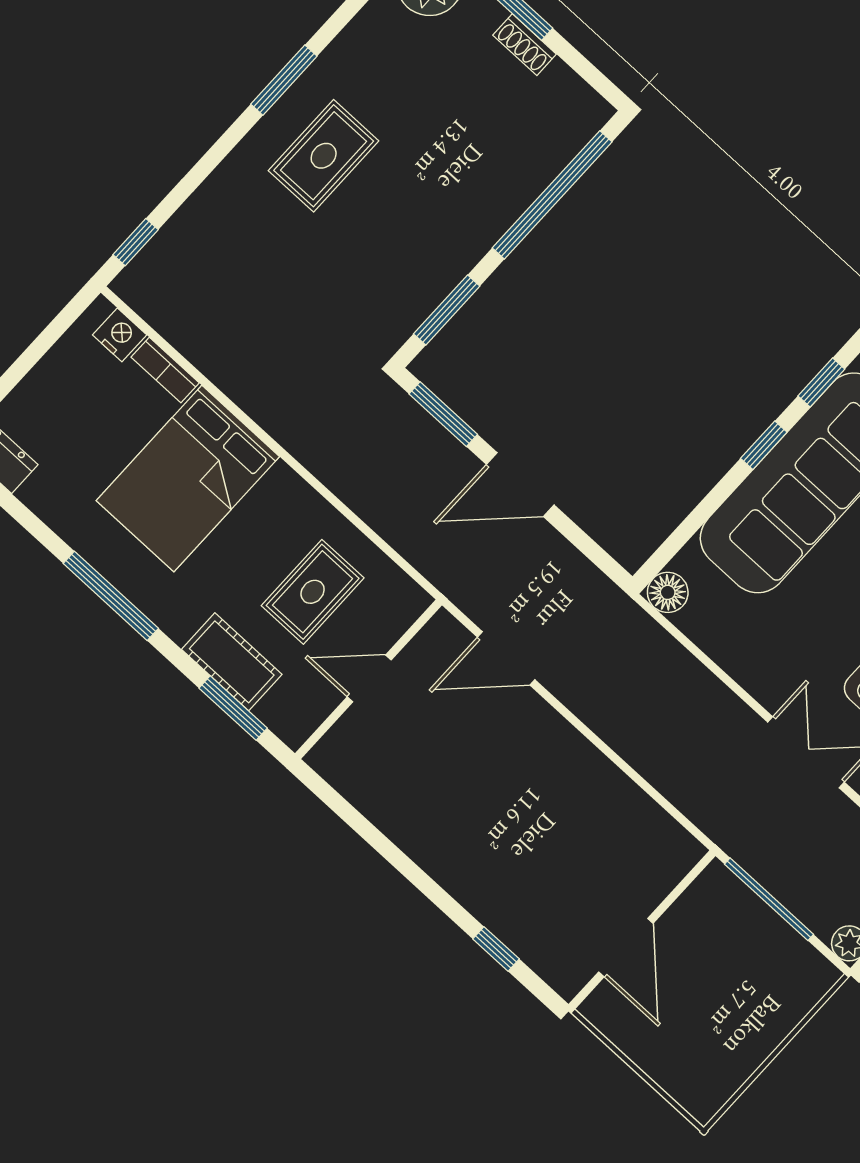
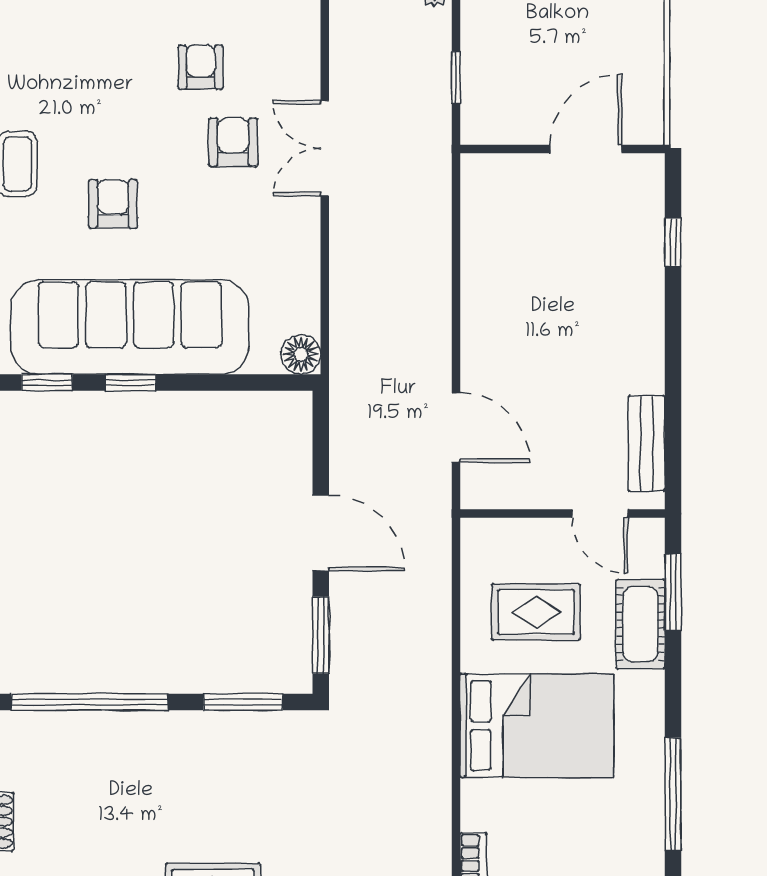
bed: (188, 479) -> (537, 726), moved
window: (111, 596) -> (673, 794), moved
door: (369, 678) -> (600, 514), moved
bench: (363, 791) -> (647, 443), added
window: (769, 899) -> (456, 77), width x0.46

